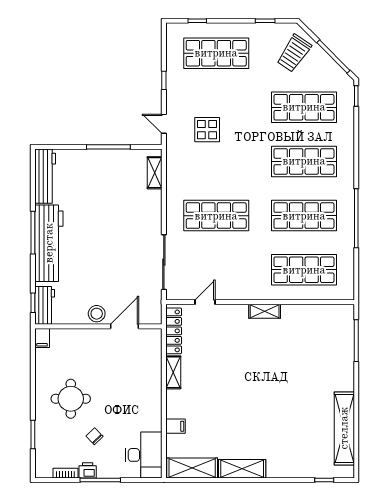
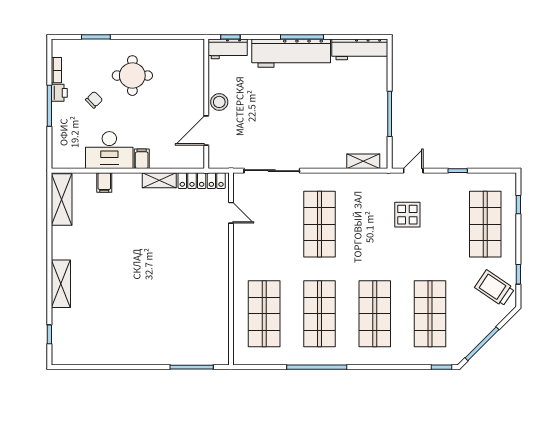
trolley: (294, 53) -> (495, 288), moved
shelving: (265, 311) -> (222, 274), removed
door: (125, 326) -> (206, 130), swing flipped
filing cabinet: (42, 338) -> (142, 159), moved, turned 90
shelving: (344, 428) -> (102, 355), removed
desk: (144, 455) -> (109, 150), moved
shelving: (242, 469) -> (61, 284), moved

